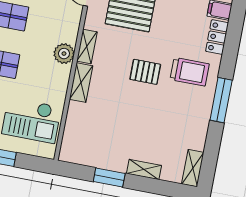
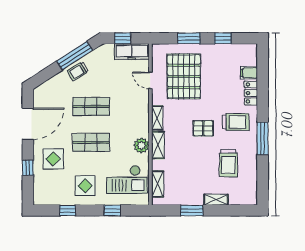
plant: (64, 54) -> (141, 145), moved
trolley: (170, 124) -> (228, 163), added
shelving: (193, 168) -> (158, 184), moved

